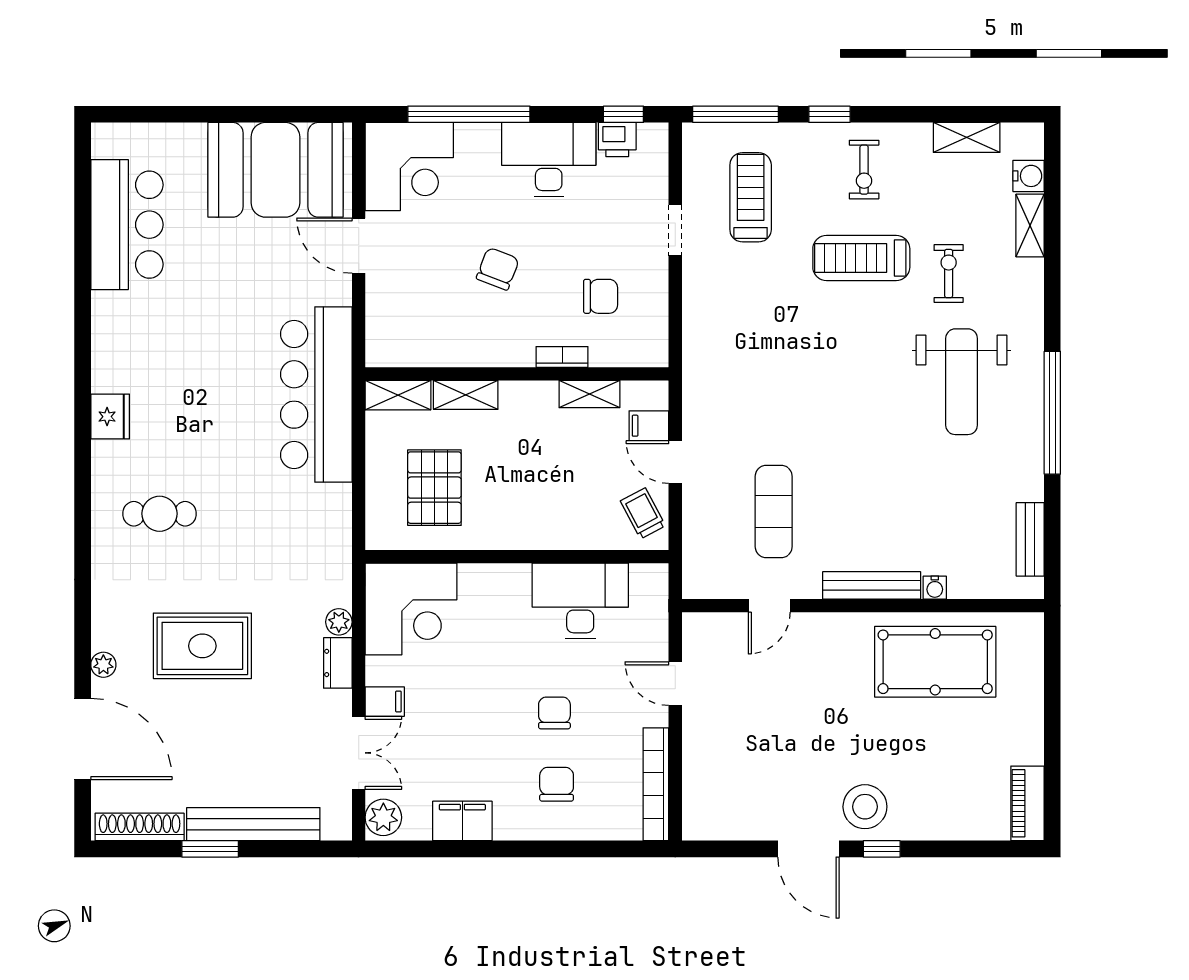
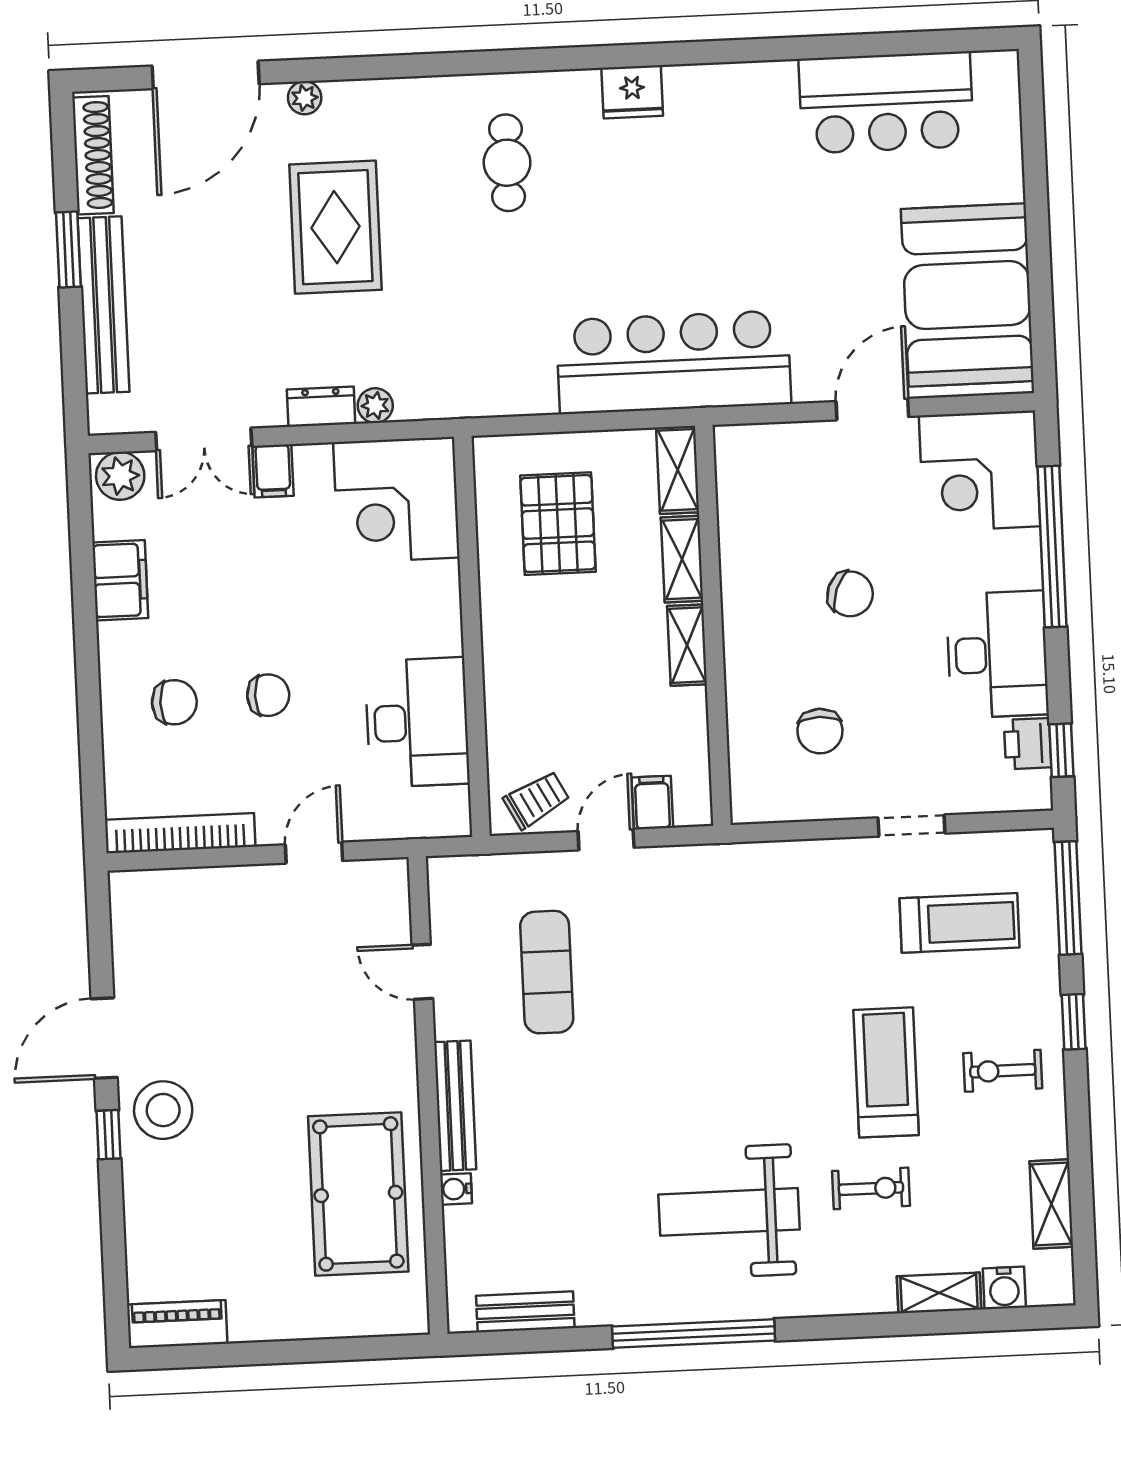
bookcase: (562, 357) -> (738, 684), removed
shelving: (589, 394) -> (687, 645), moved
pallet: (434, 488) -> (558, 524), turned 90
exercise mat: (774, 512) -> (547, 972), turned 90

